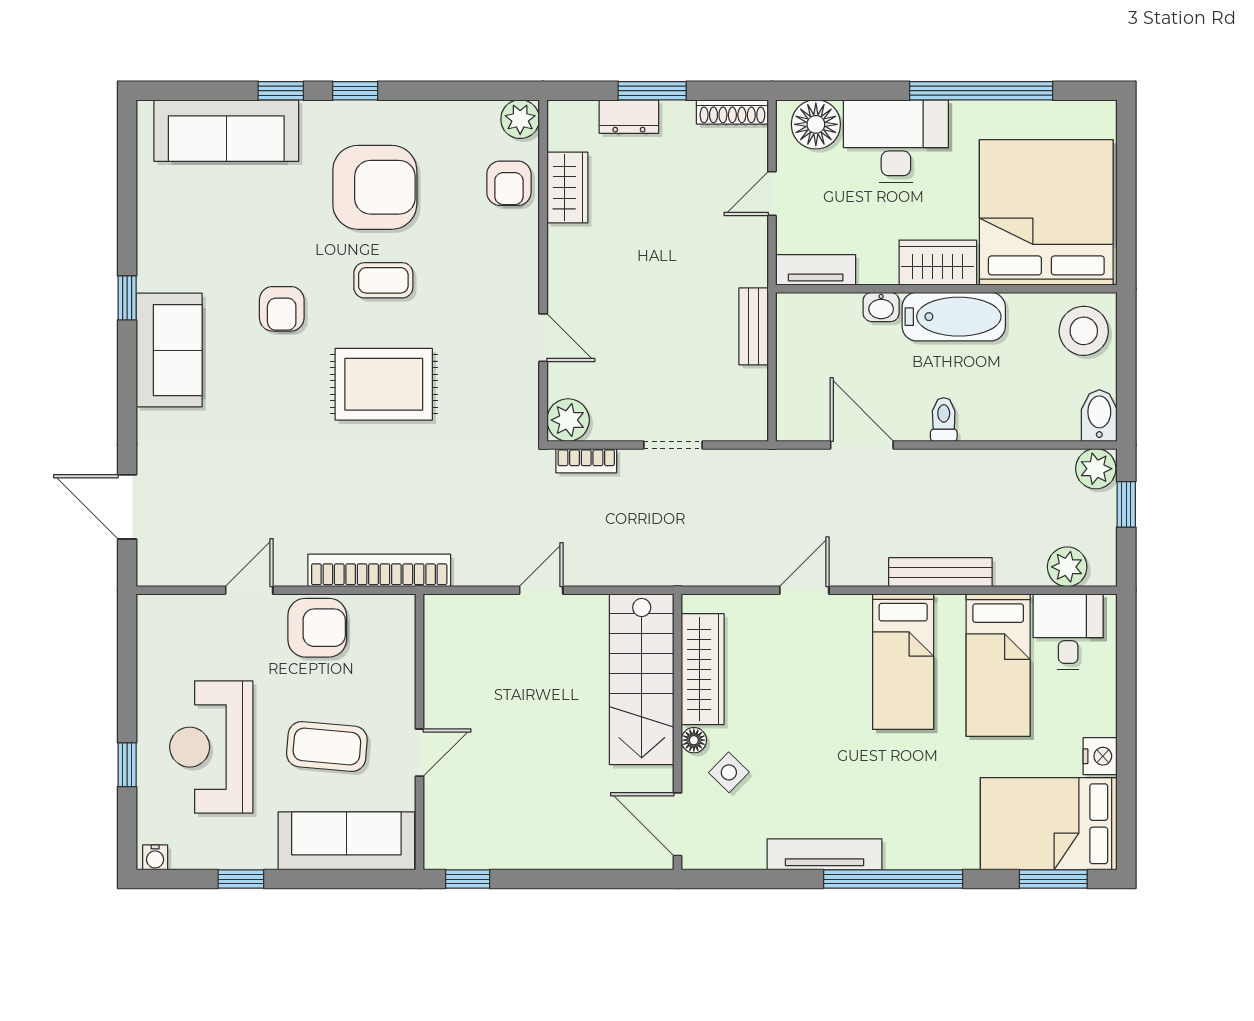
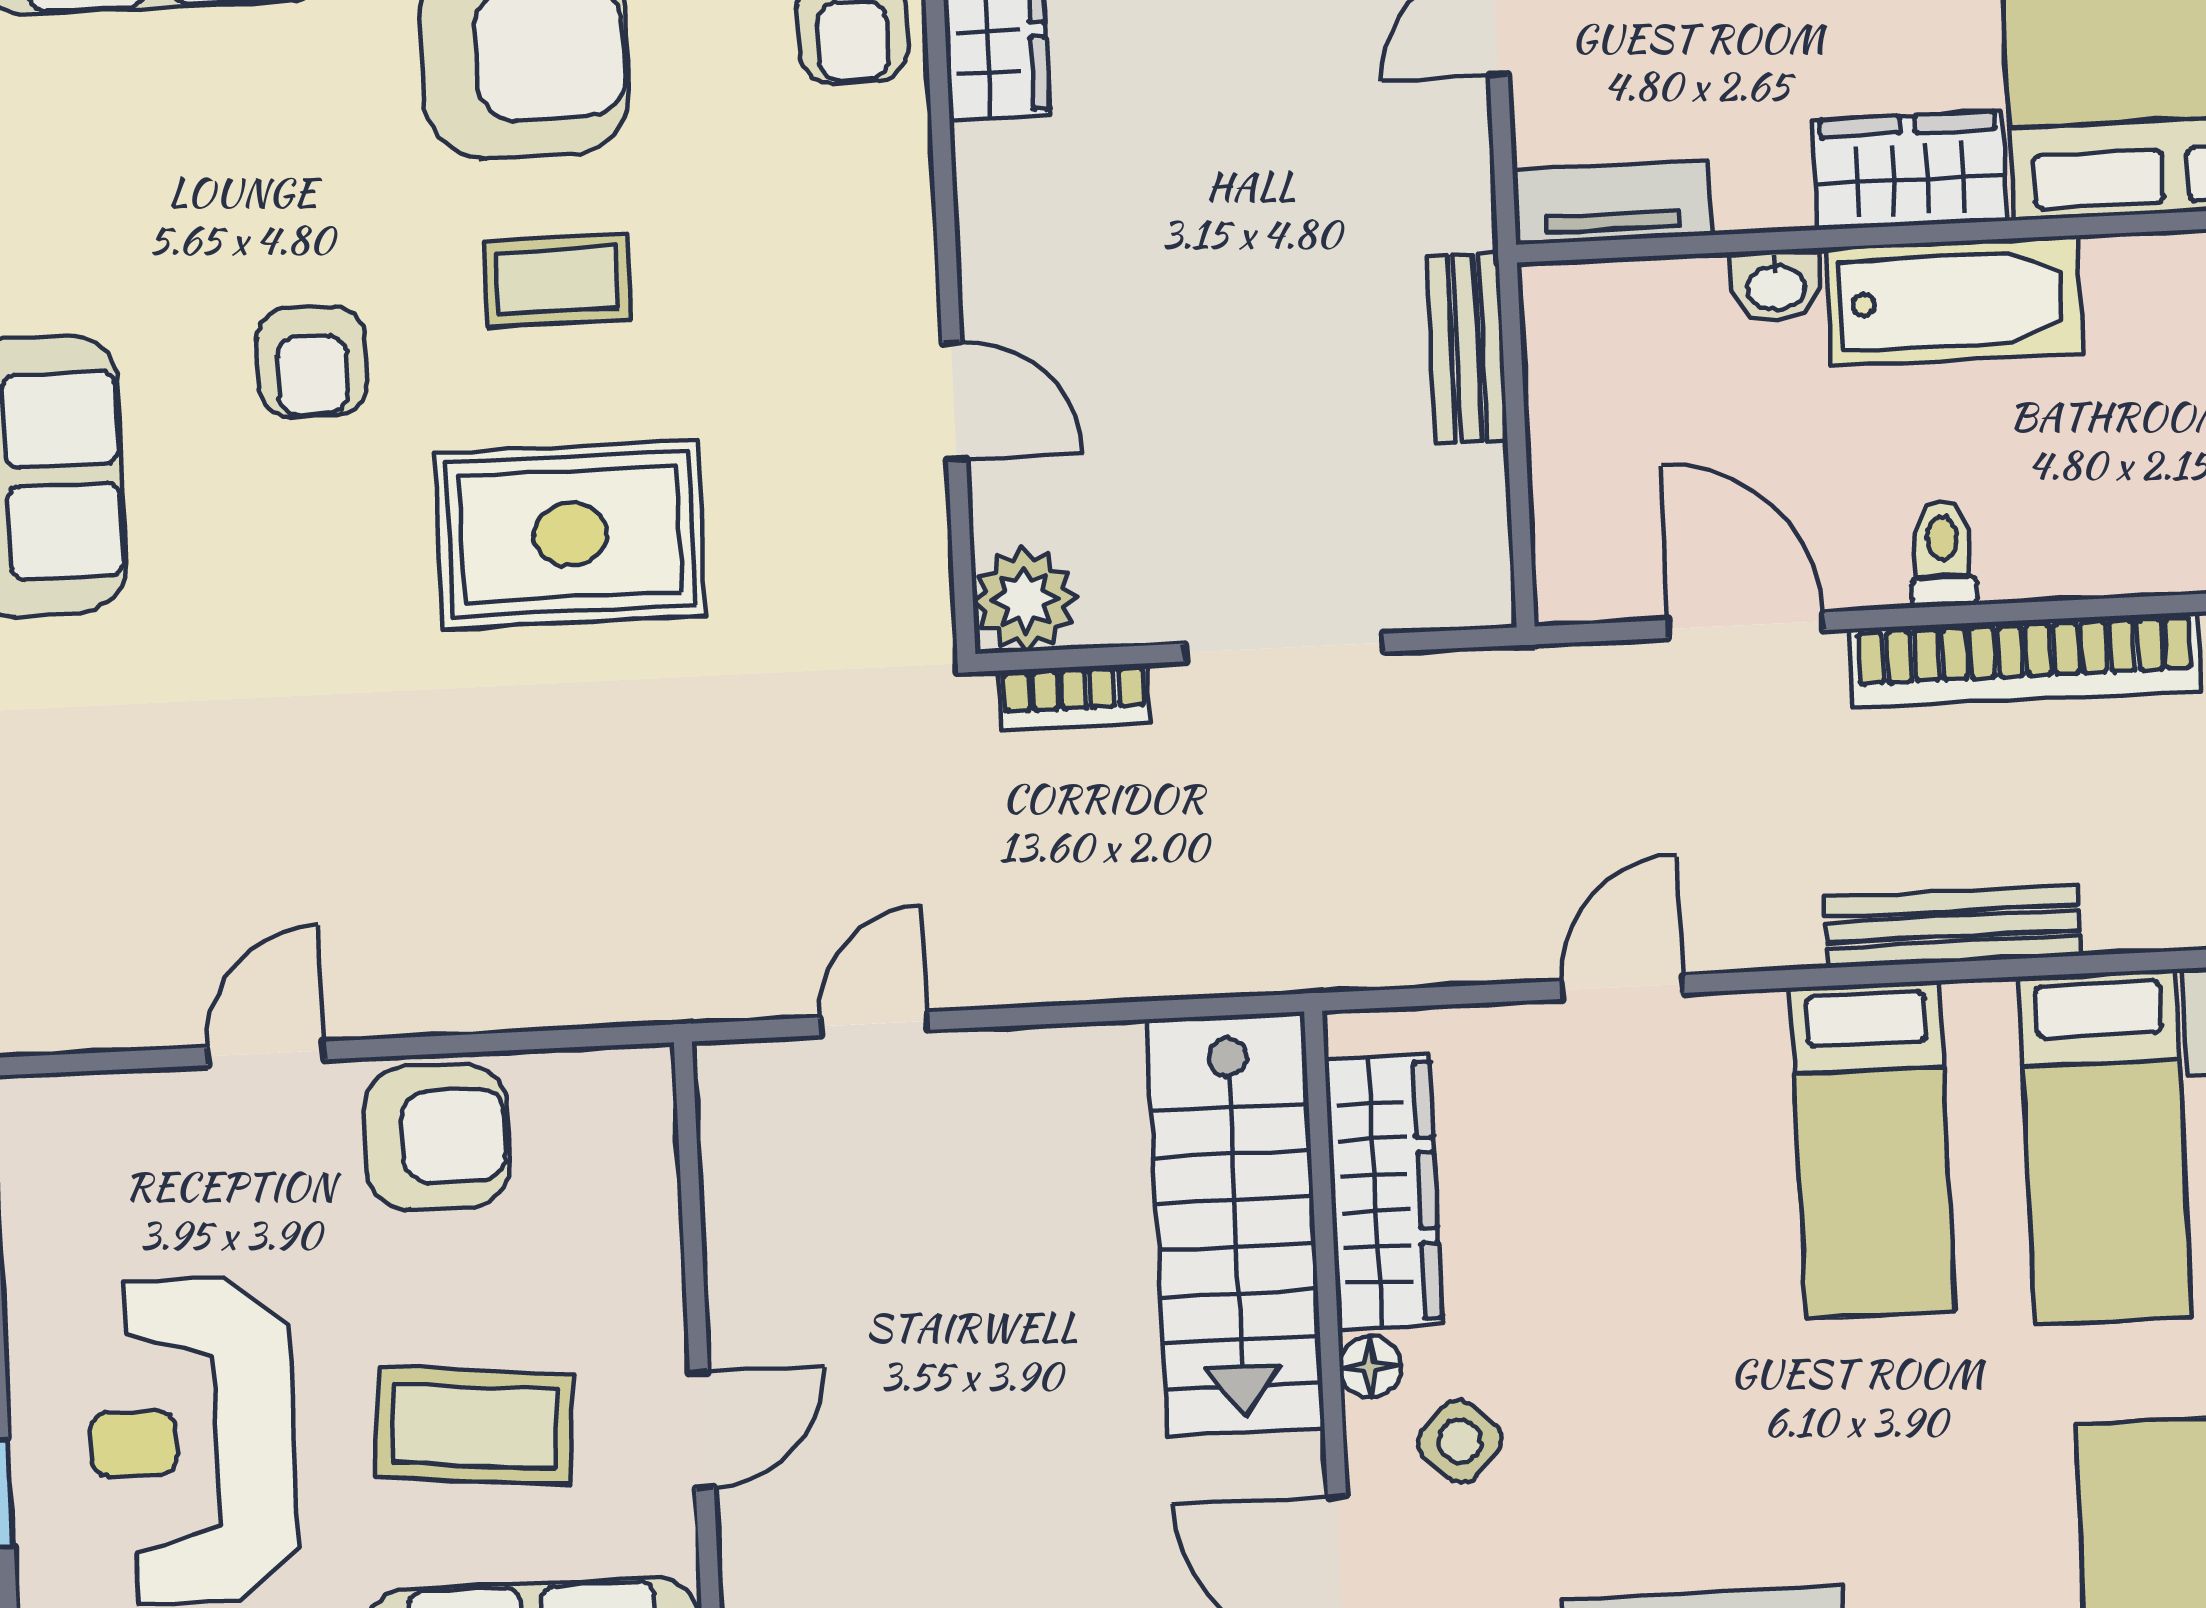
doorway: (673, 445) -> (1284, 648), width x1.38
bookcase: (379, 570) -> (2025, 660), moved, turned 180
door: (541, 590) -> (874, 1024), moved

